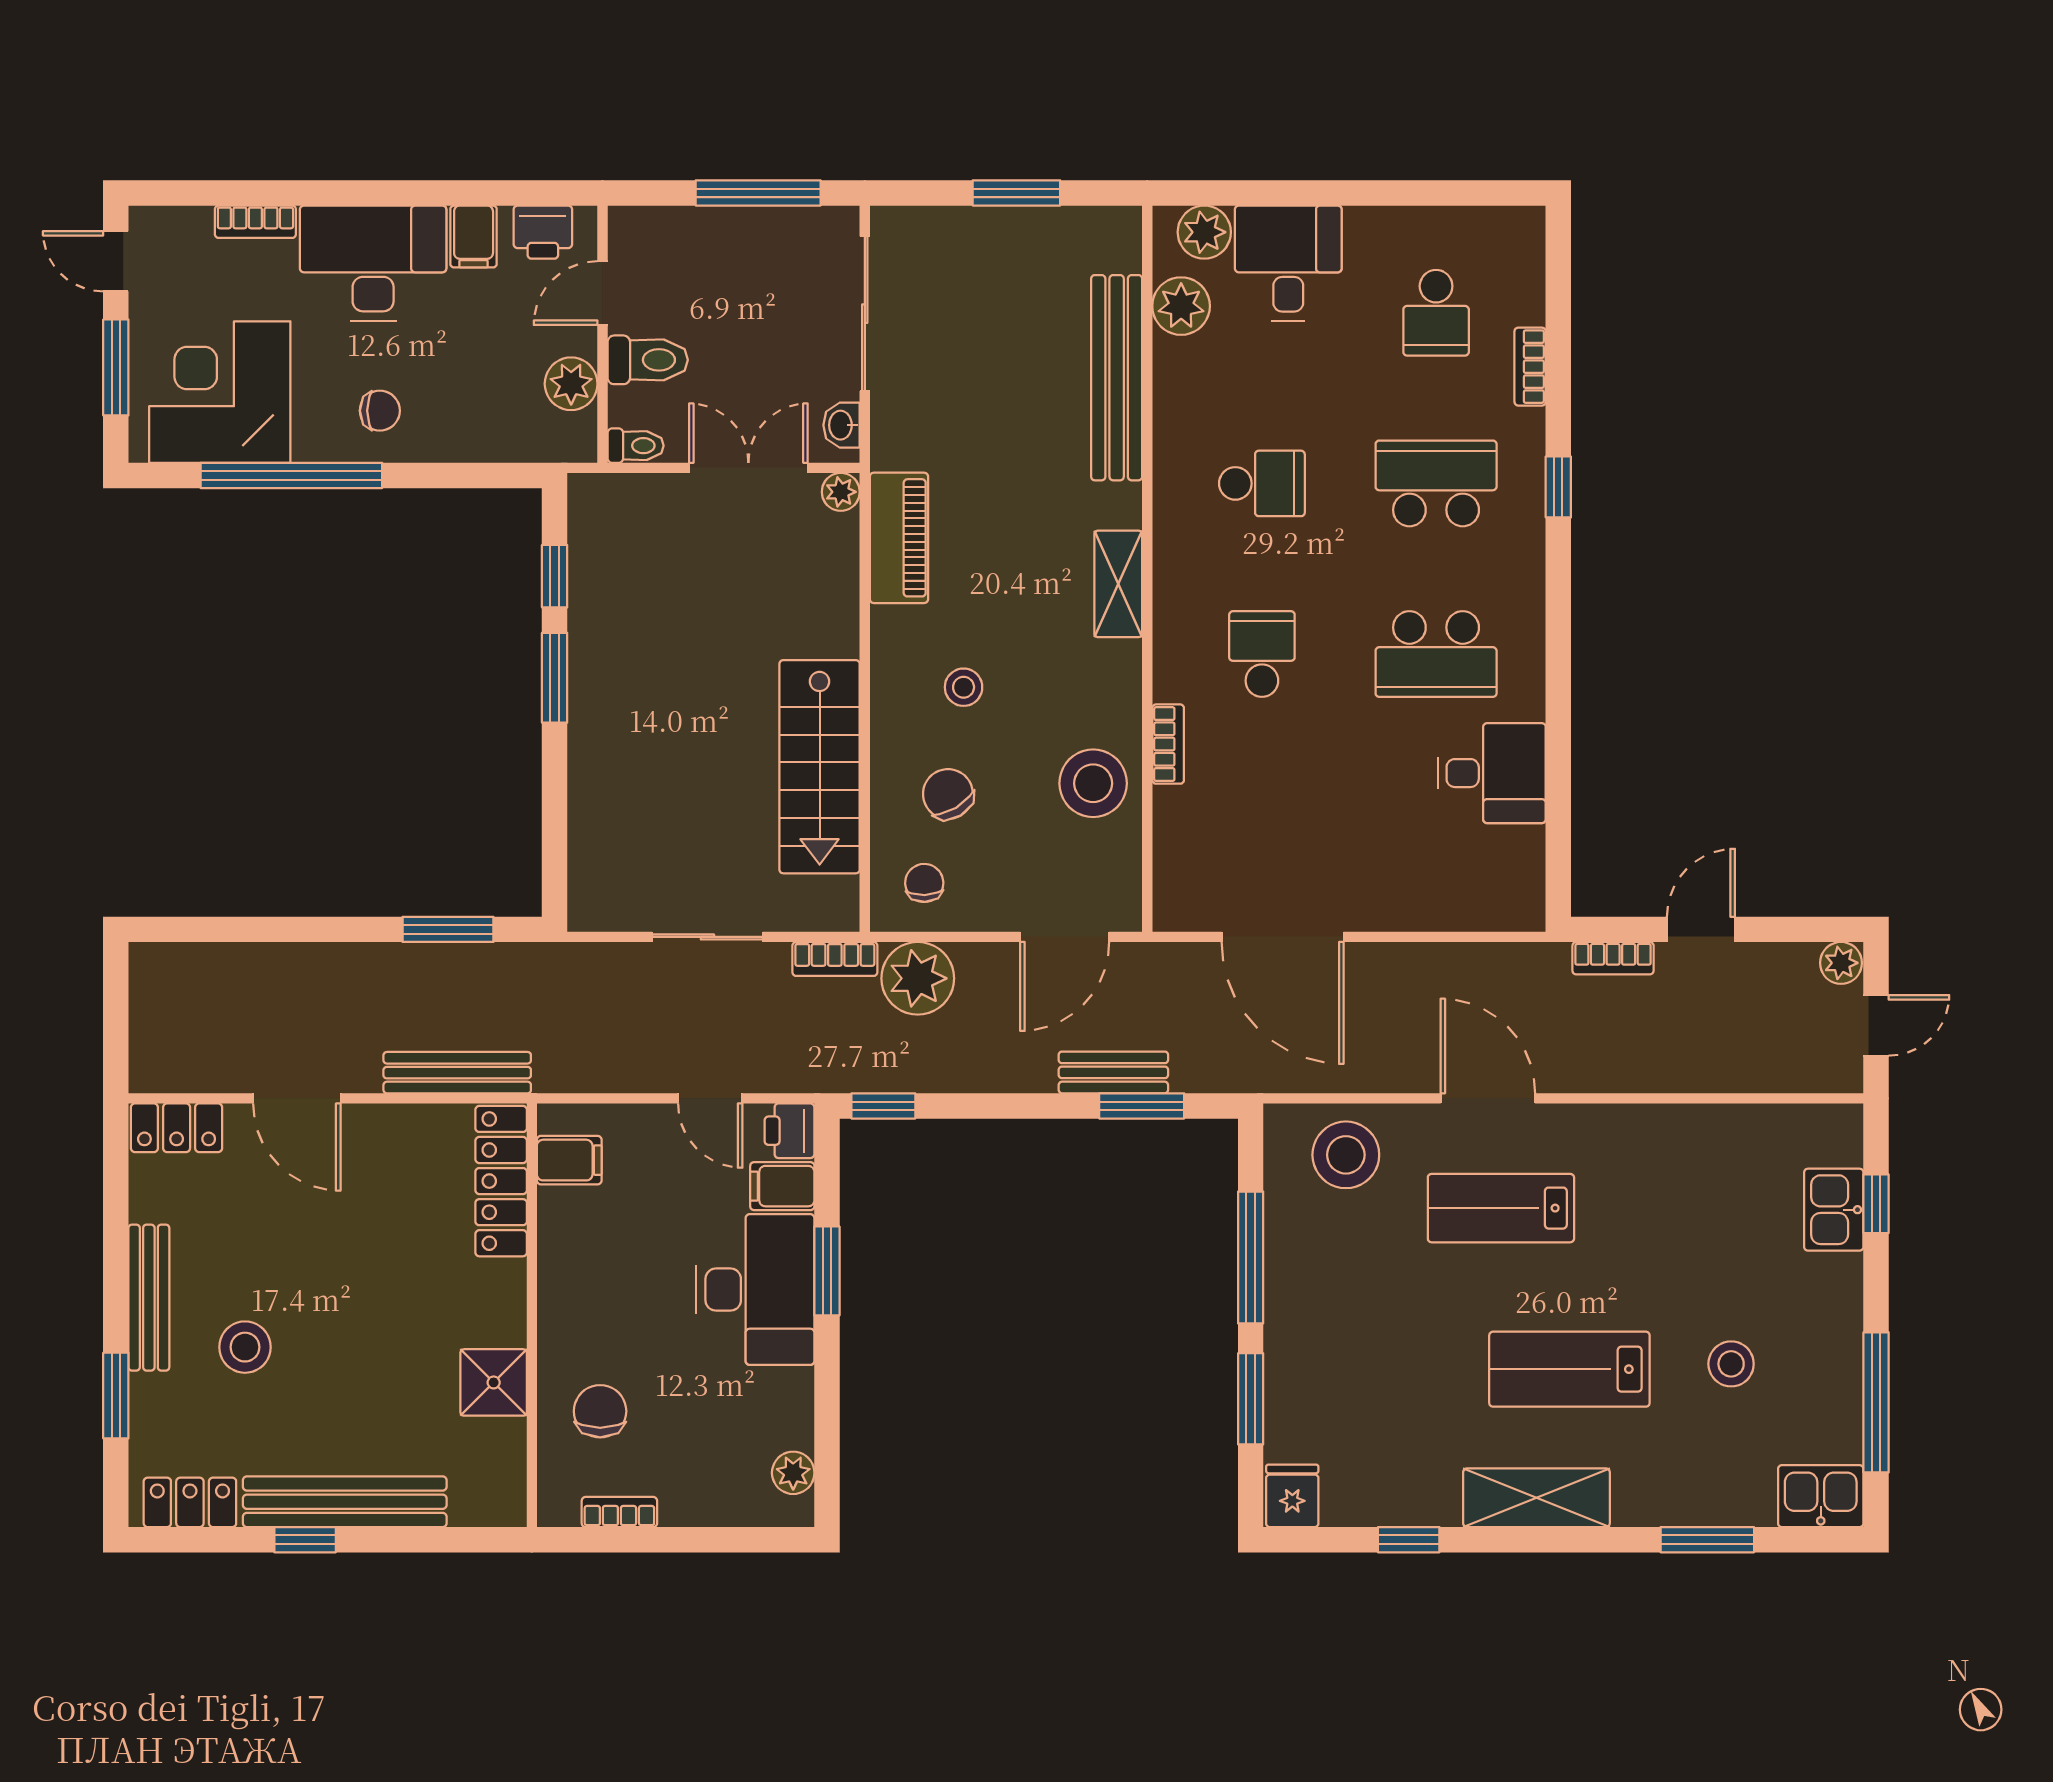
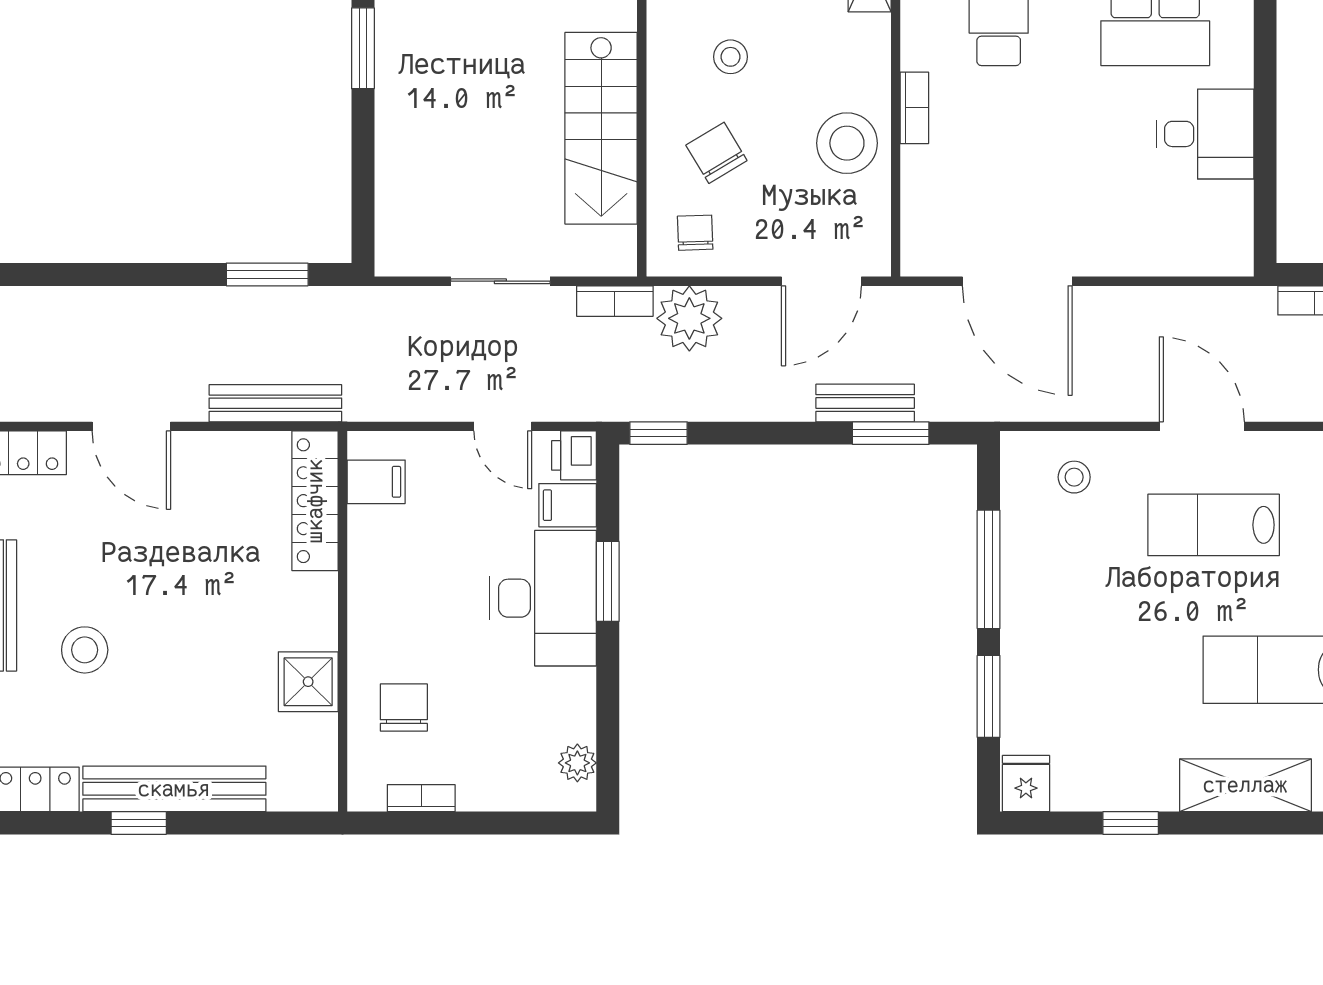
stool: (1346, 1155) -> (1074, 477), width x0.53, depth x0.53

